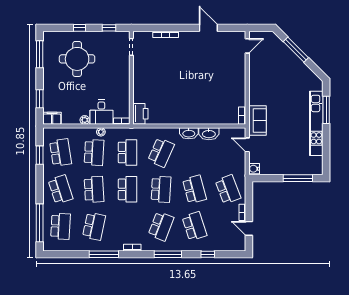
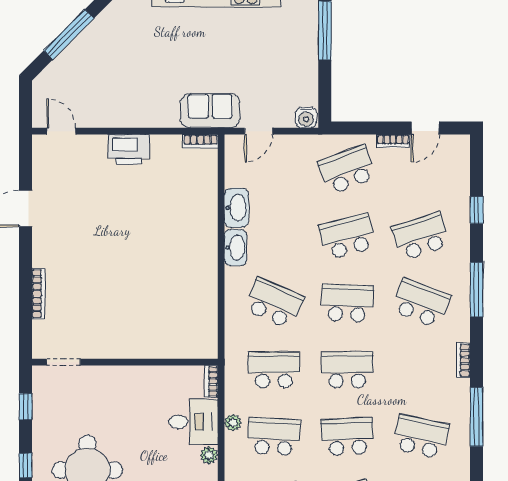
printer: (140, 114) -> (129, 149), moved, turned 180

